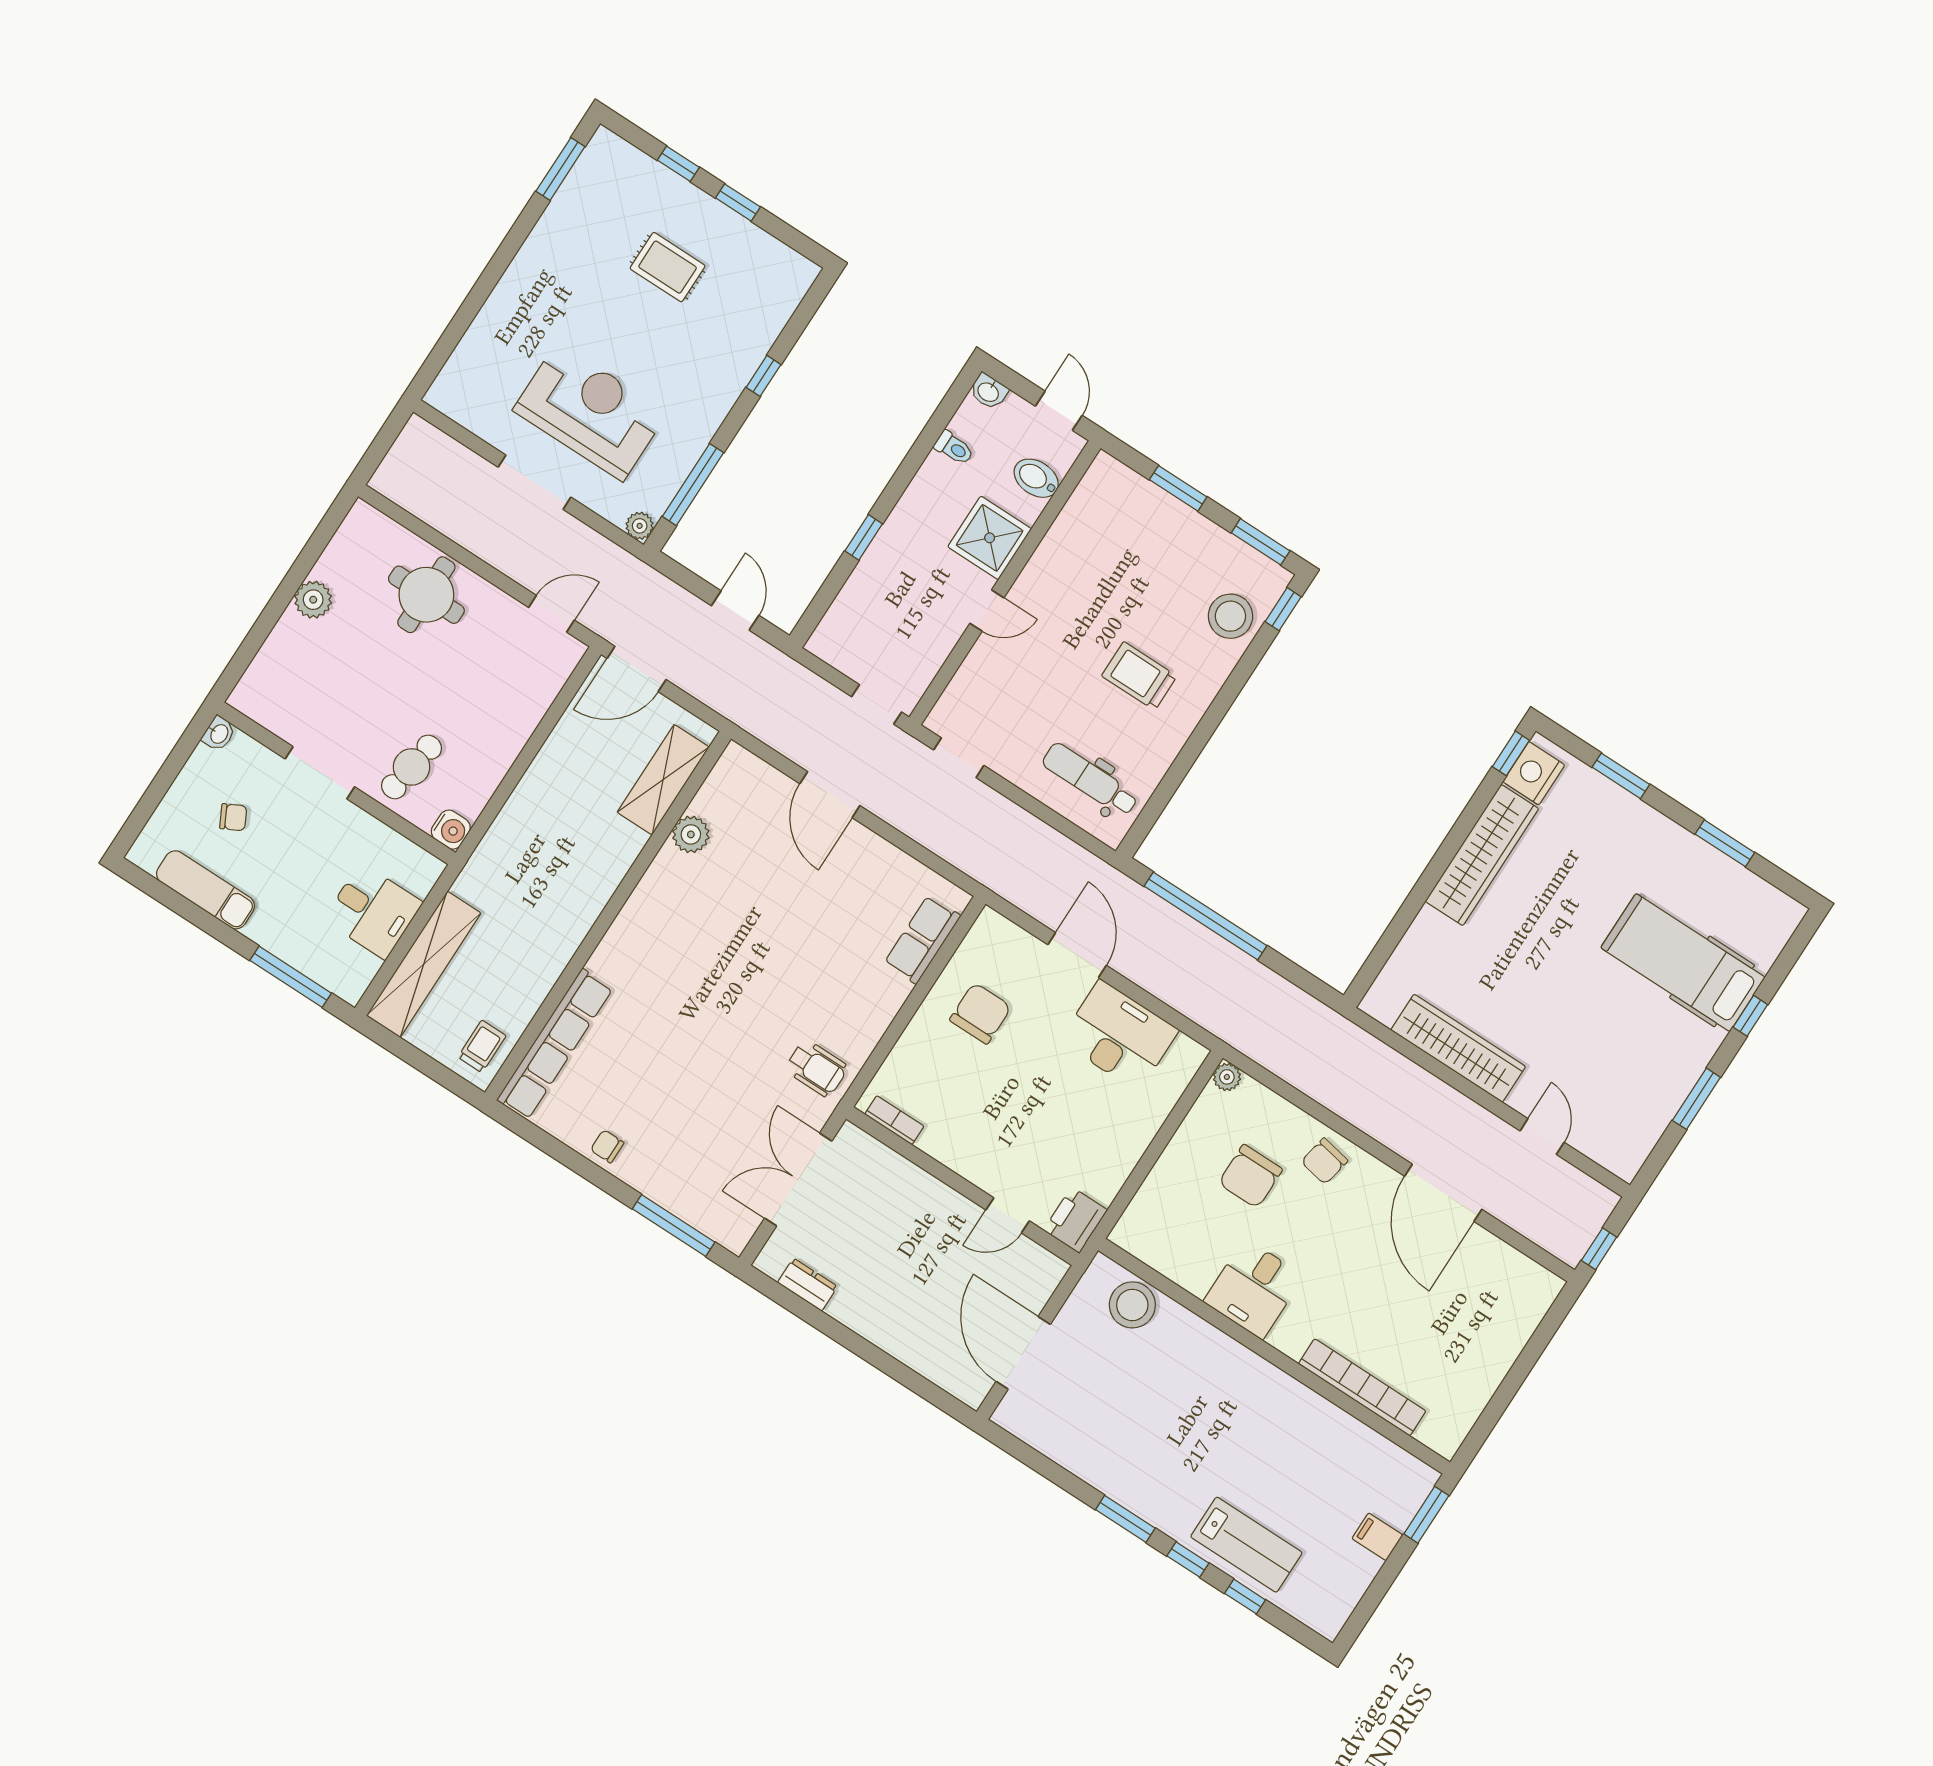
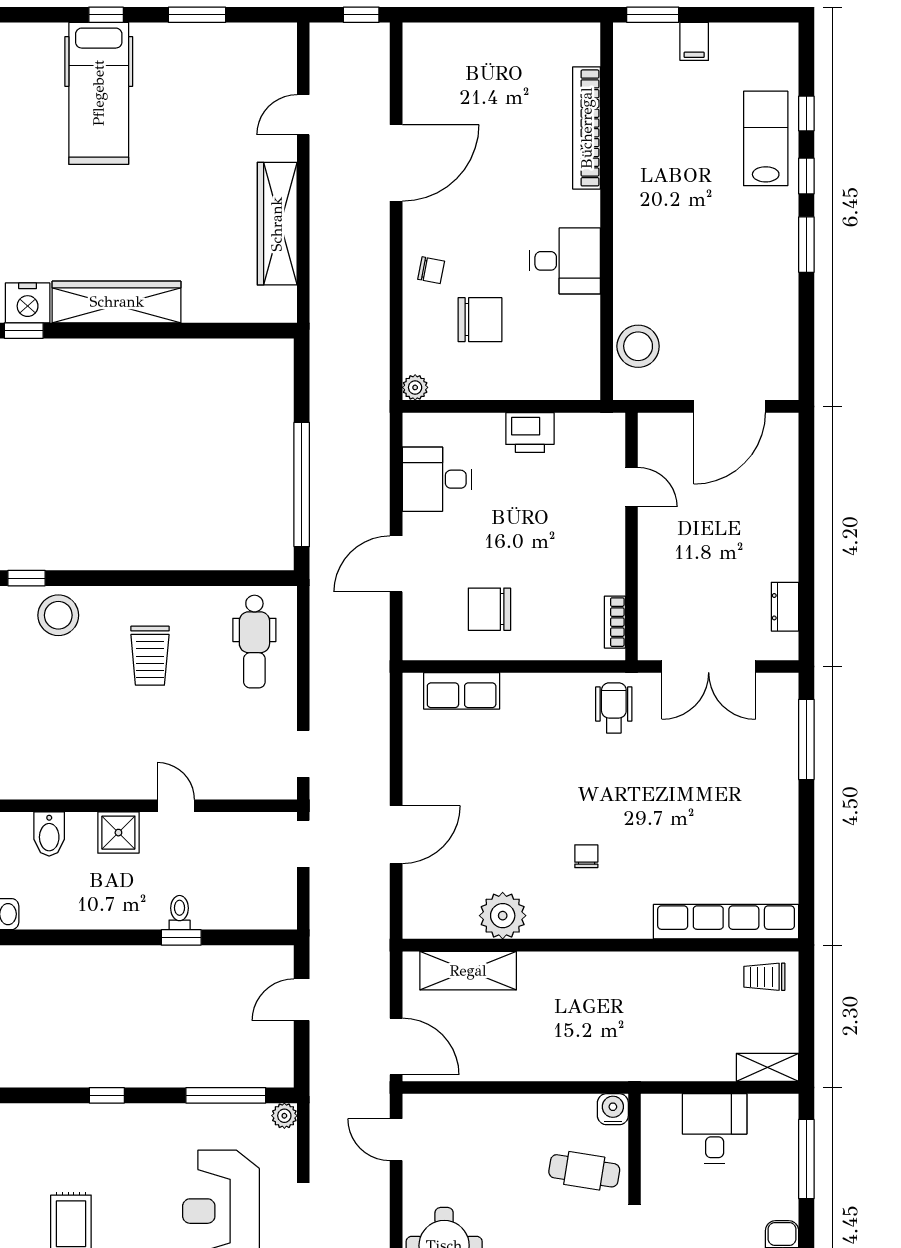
toilet: (954, 448) -> (180, 913), moved
shower: (990, 538) -> (118, 833), width x0.73, depth x0.73
plant: (691, 834) -> (503, 916), width x1.36, depth x1.36
shelving: (424, 964) -> (768, 1067), width x0.45, depth x0.75
desk: (1119, 1035) -> (437, 479), width x0.73
chair: (607, 1146) -> (586, 856), moved, turned 180
chair: (1324, 1161) -> (431, 270), width x0.73, depth x0.73
printer: (1075, 1220) -> (530, 433), moved

